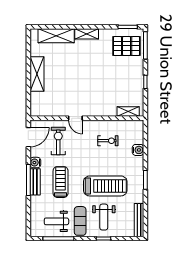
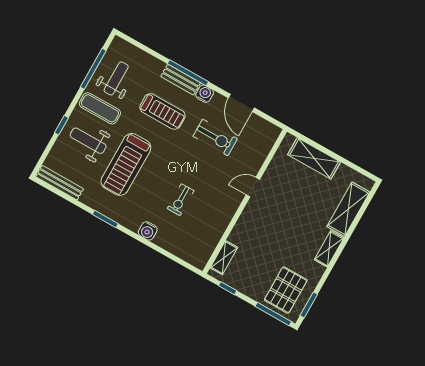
shelving: (128, 111) -> (224, 258), moved
door: (75, 118) -> (253, 187), moved
wall: (87, 118) -> (245, 201), moved

